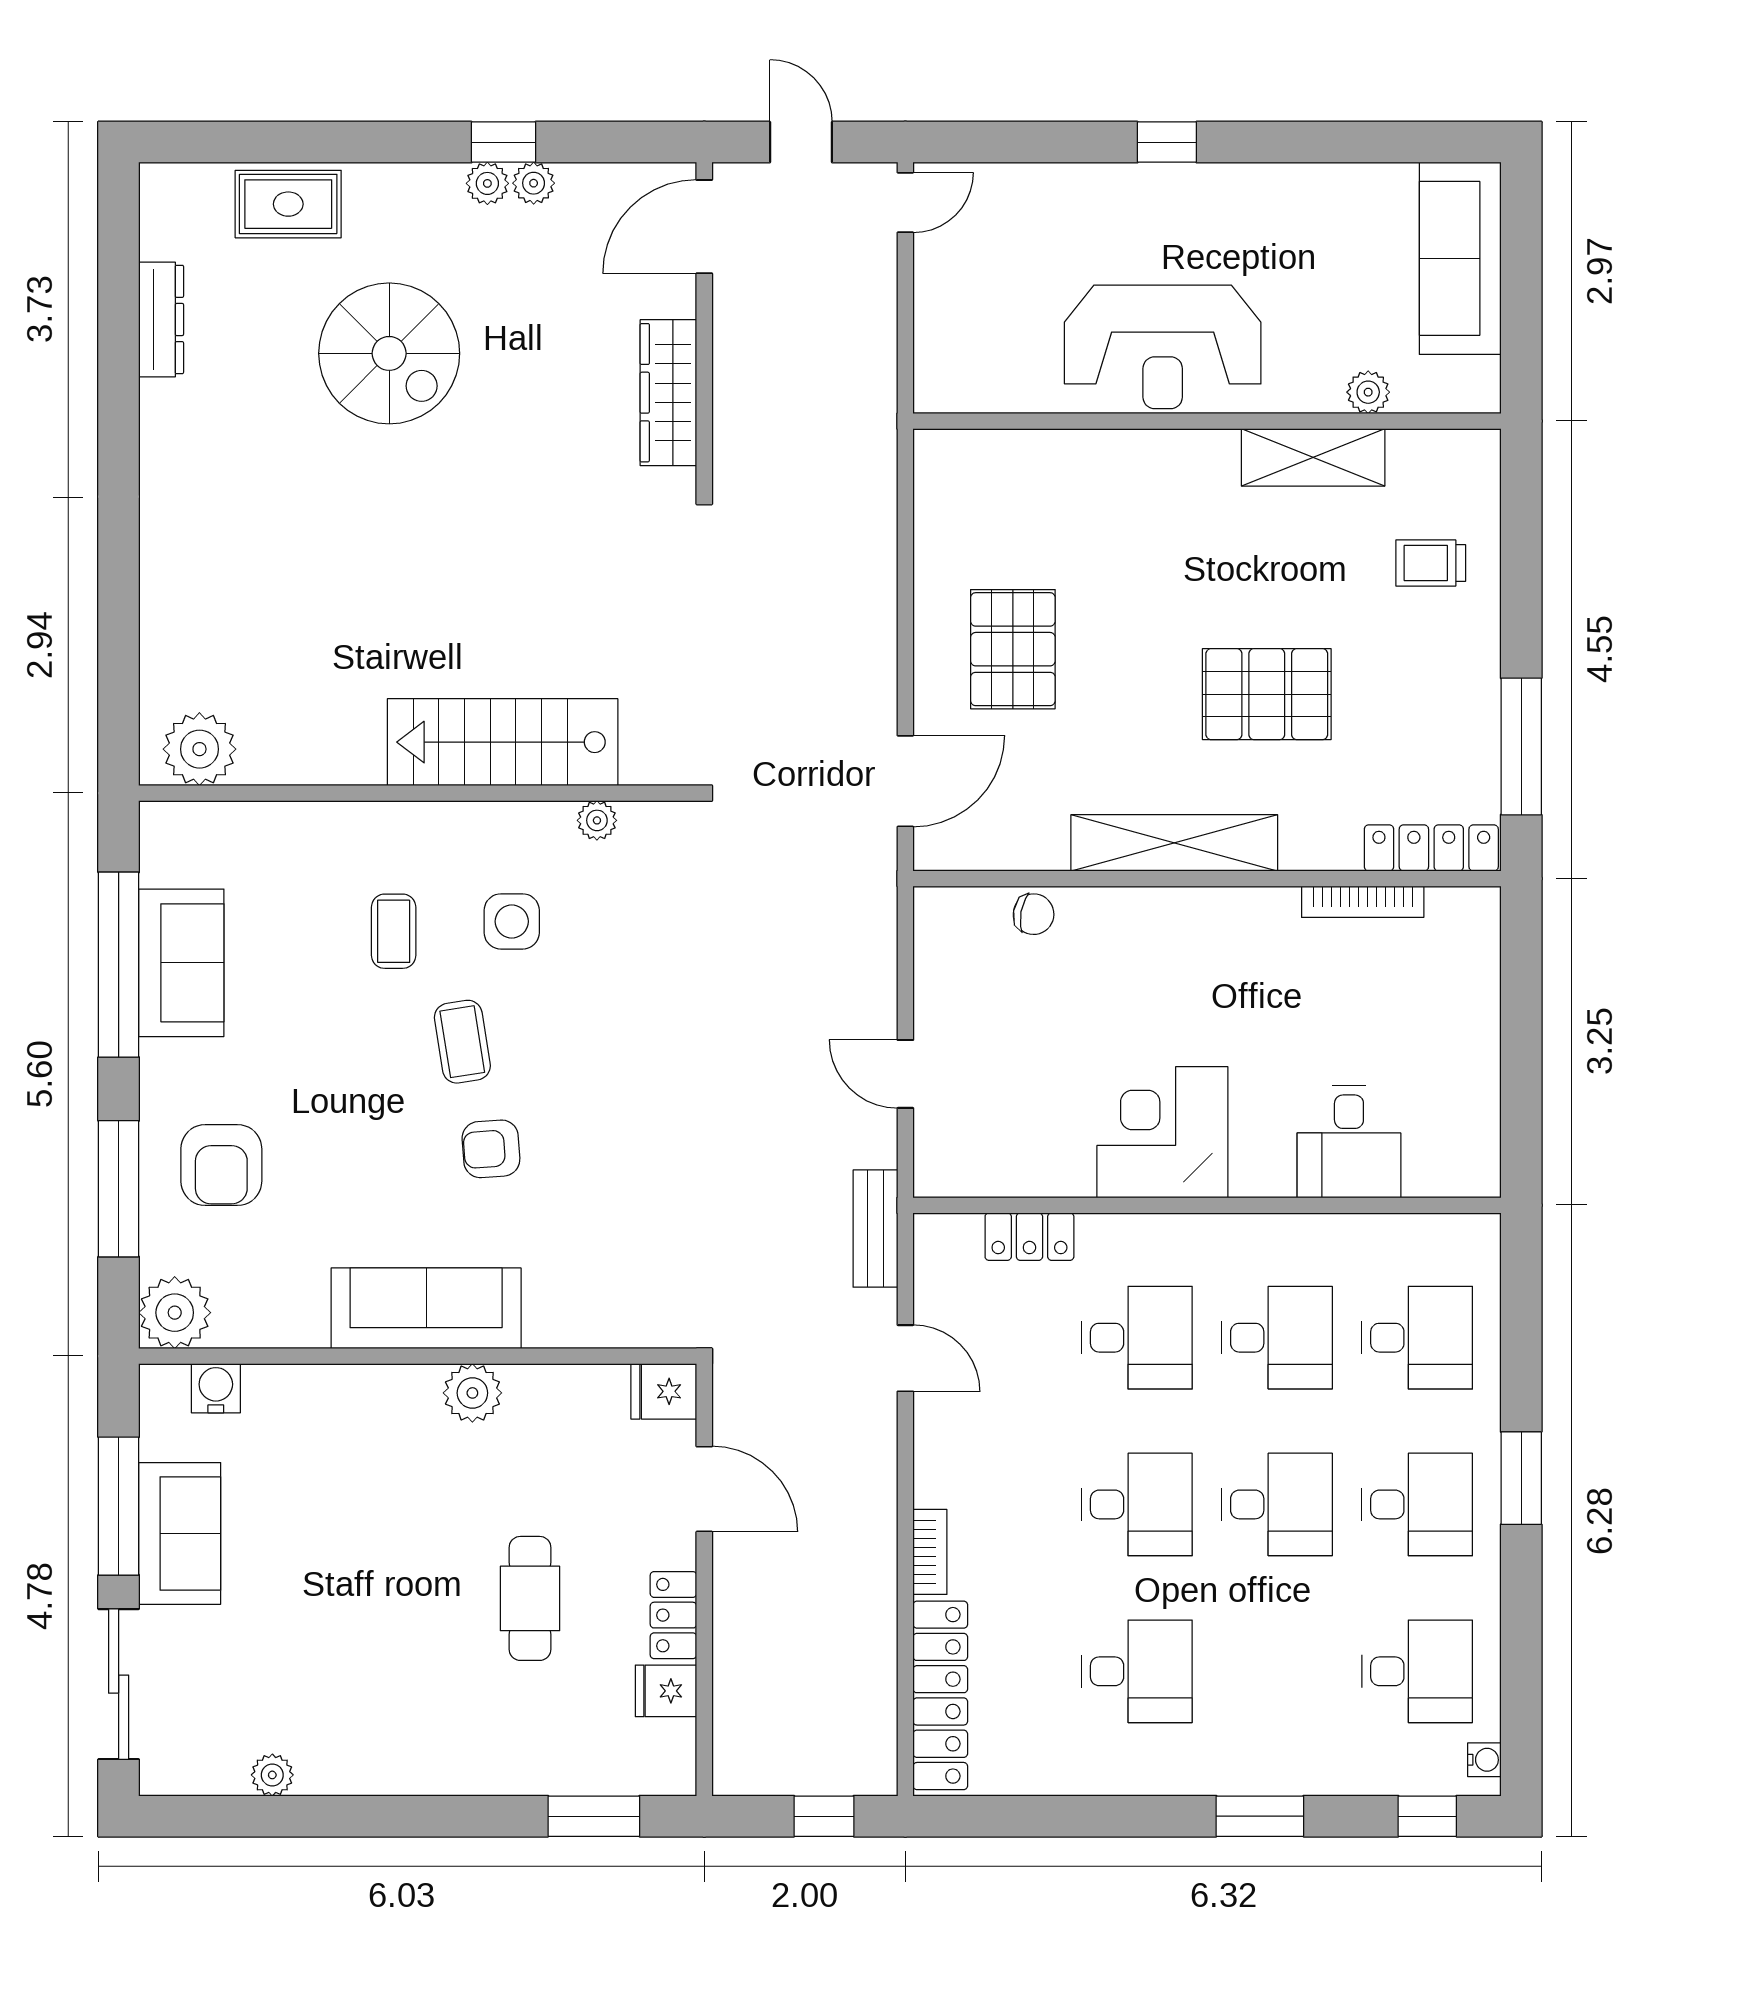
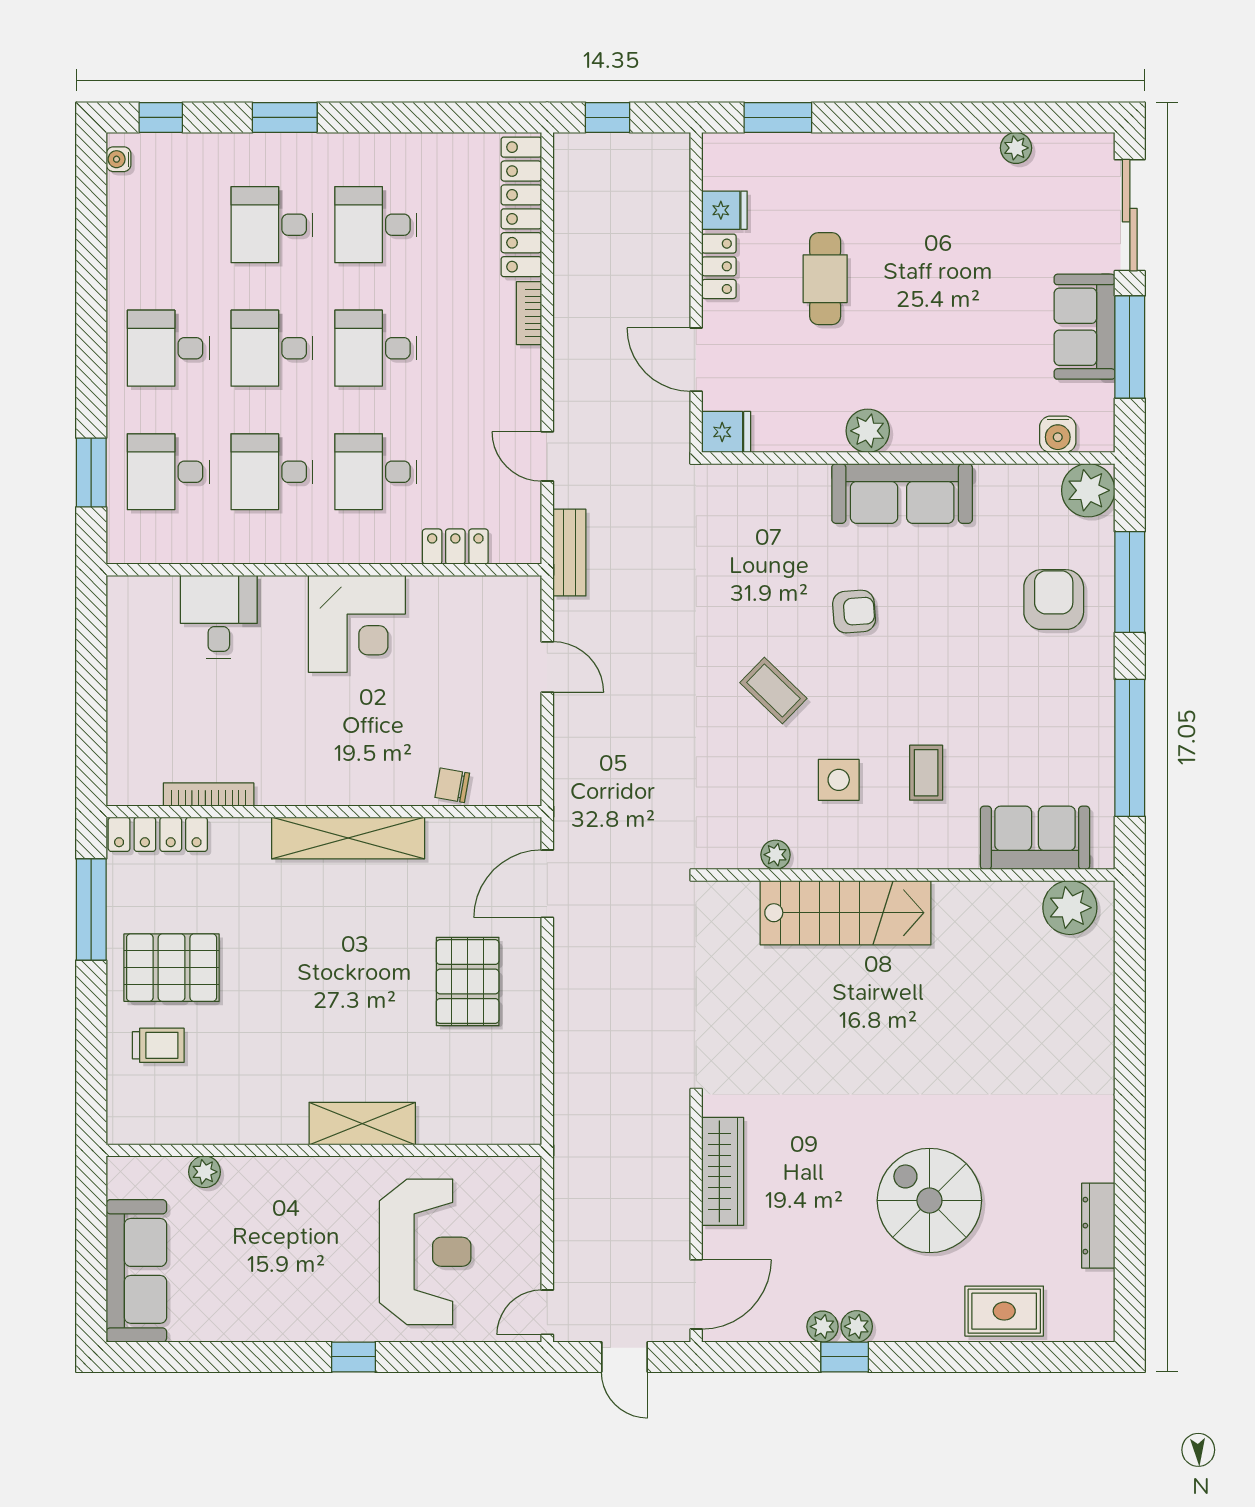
reception desk: (1163, 347) -> (425, 1252), moved, turned 90
shelving: (1313, 457) -> (362, 1124), moved
pallet: (1267, 694) -> (172, 968), moved
sofa: (181, 963) -> (1035, 838), moved, turned 90
coffee table: (462, 1042) -> (773, 690), moved, turned -37
window: (1521, 1478) -> (91, 472), moved
desk: (1417, 1671) -> (272, 225), moved

